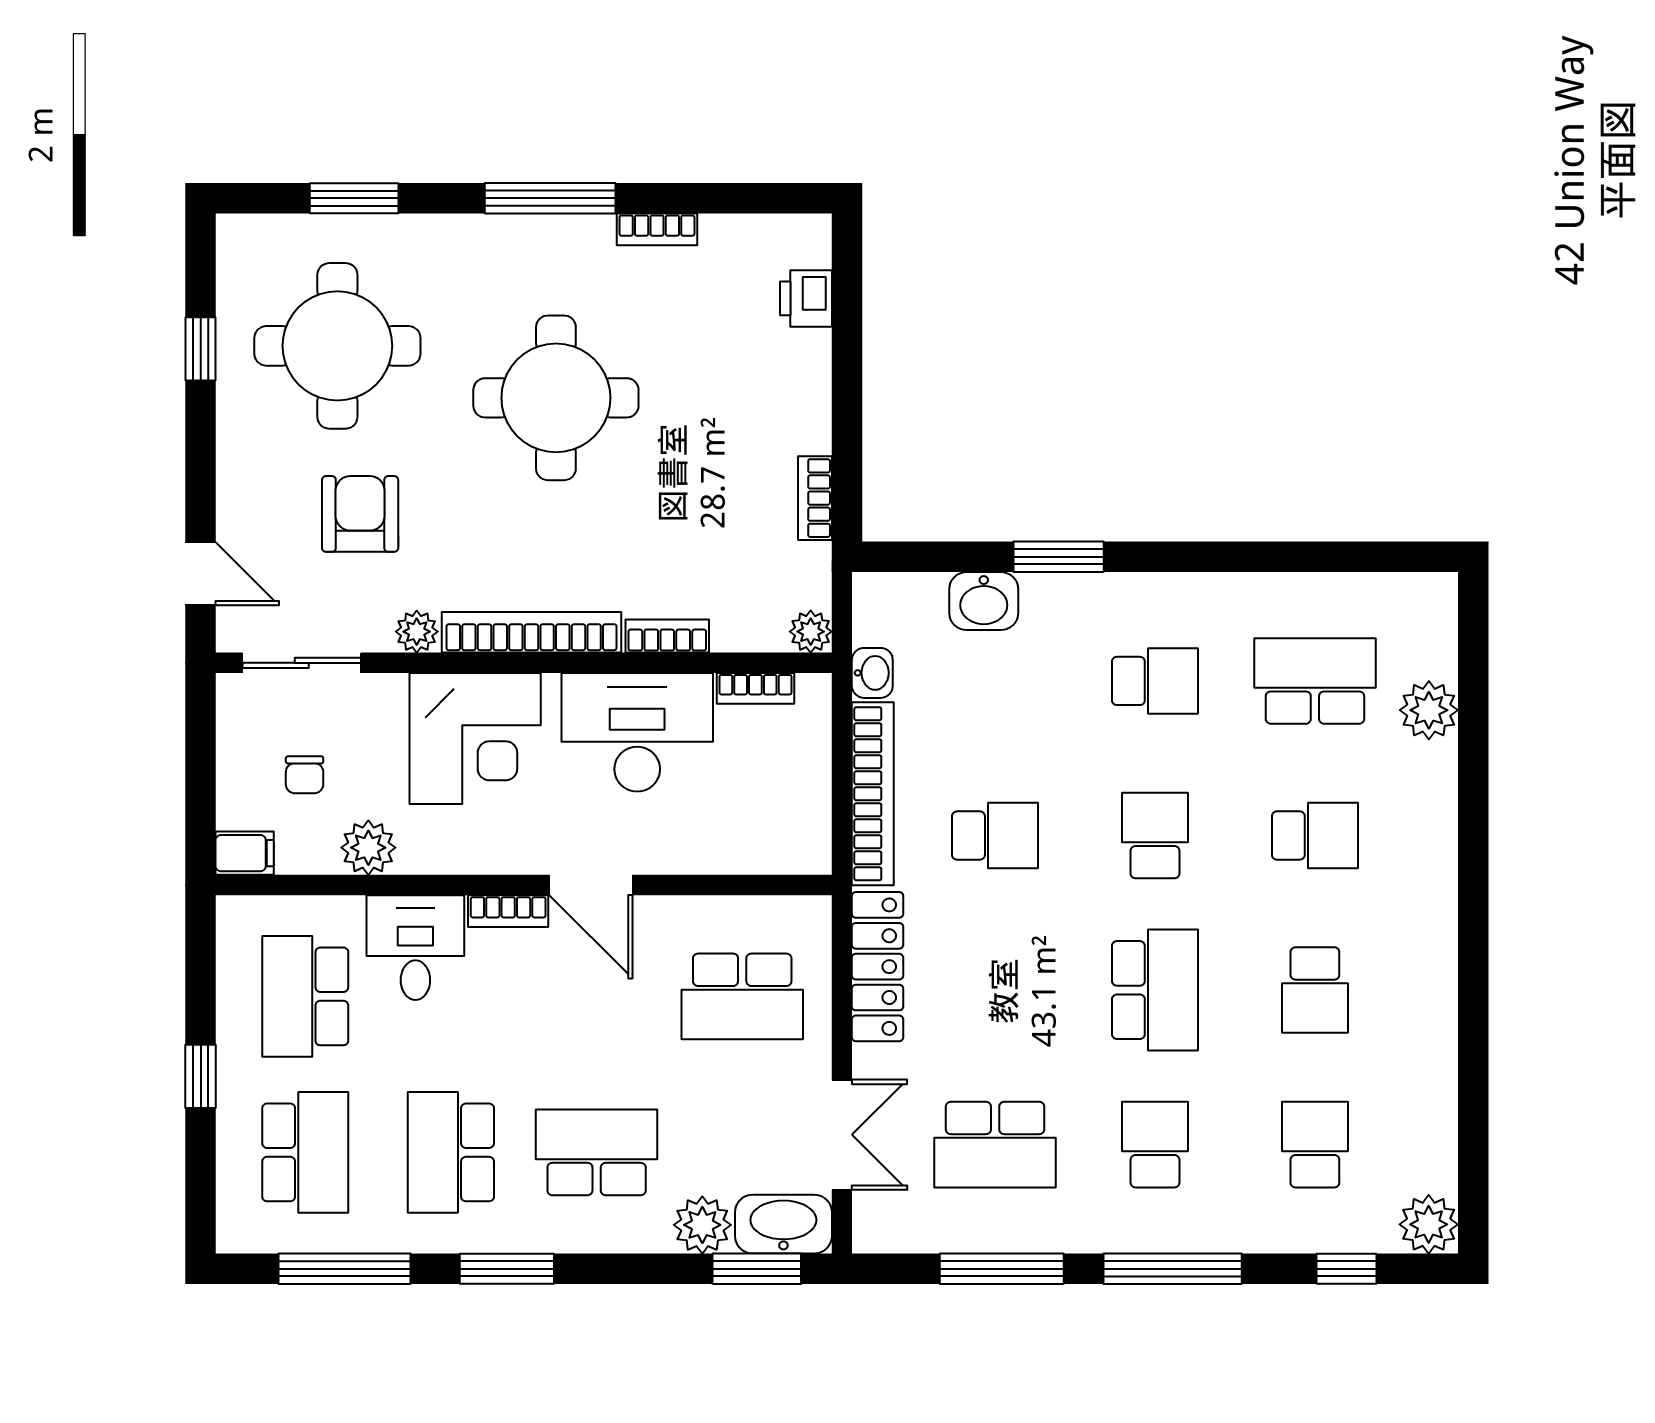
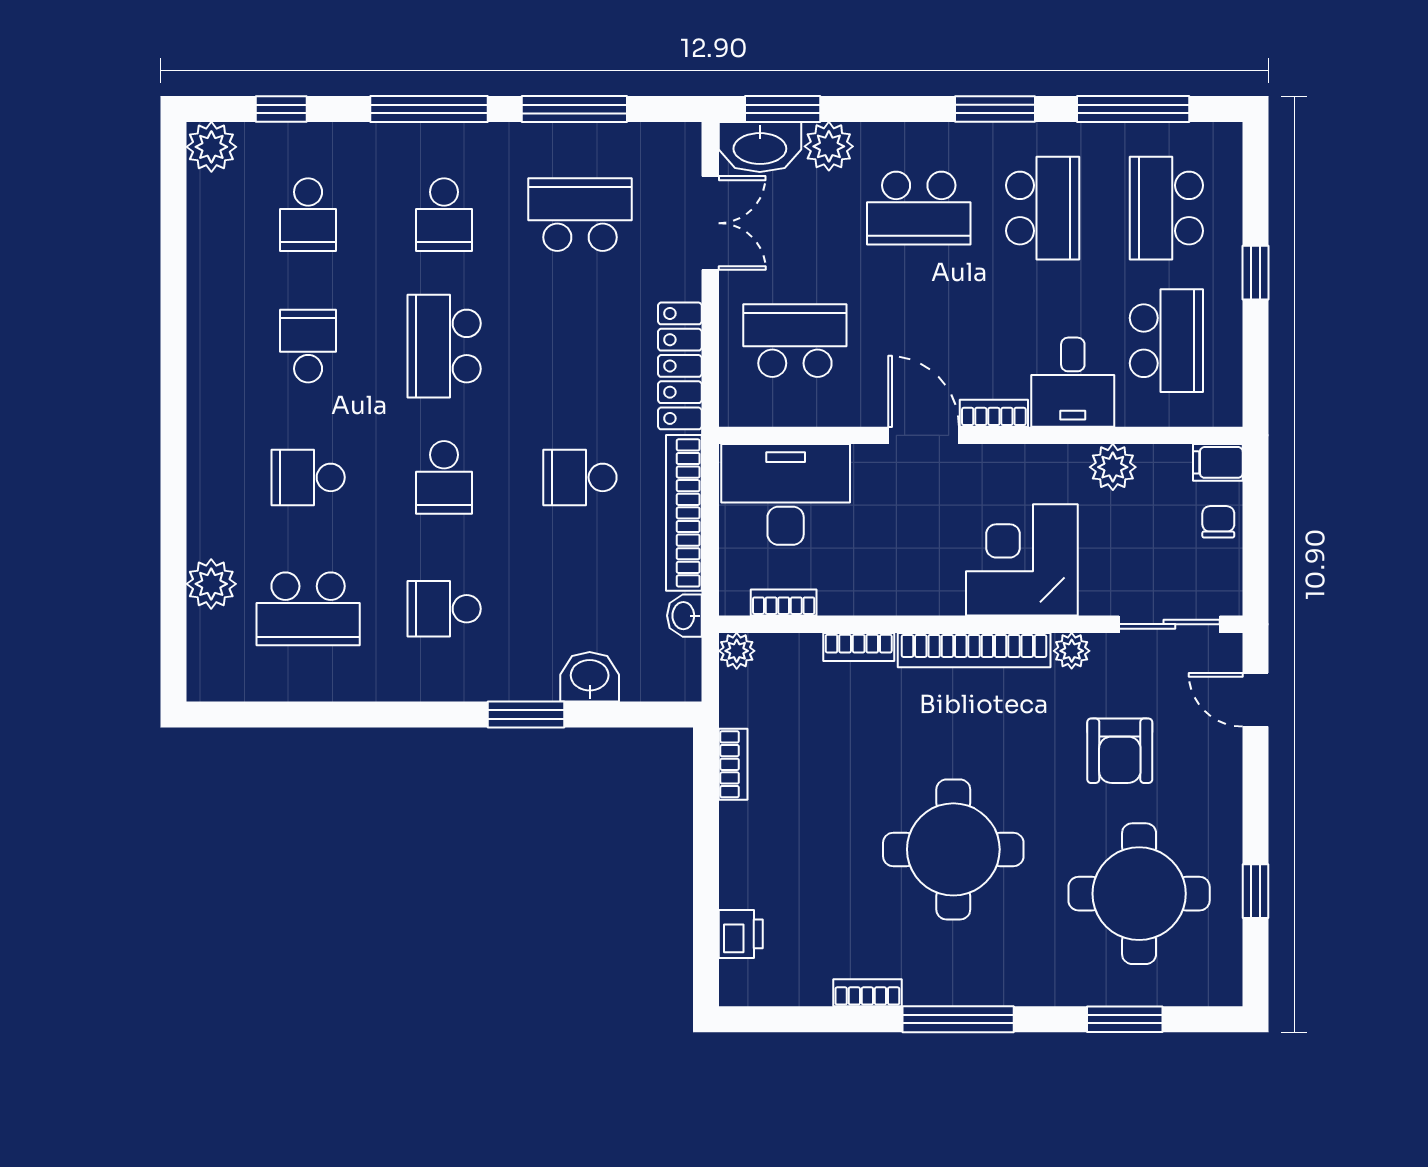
desk: (637, 732) -> (786, 494), moved, turned 180
chair: (305, 775) -> (1218, 522), moved
double door: (842, 1135) -> (710, 223), swing flipped

